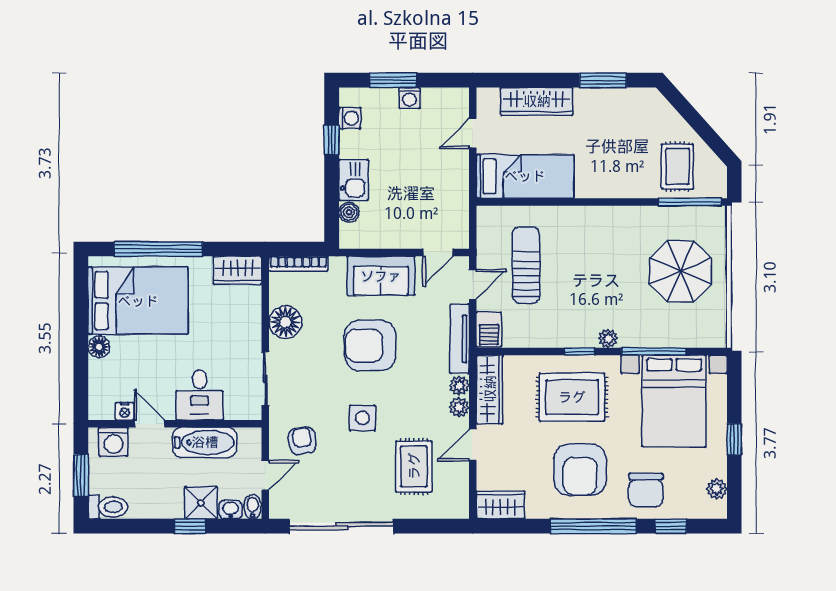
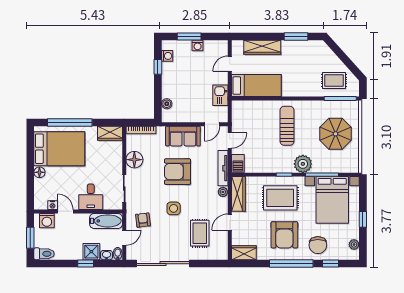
rug: (678, 167) -> (334, 80), turned 90
kitchen sink: (354, 180) -> (220, 95), moved, turned 180
sun lounger: (526, 265) -> (287, 126), moved
plant: (608, 339) -> (303, 164), width x1.88, depth x1.88
plant: (459, 407) -> (223, 203), removed
bathtub: (205, 442) -> (106, 221), moved

